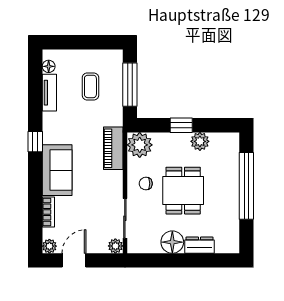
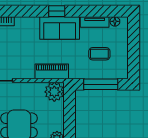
window: (181, 125) -> (69, 124), removed
sofa: (57, 170) -> (60, 28), moved
chair: (146, 184) -> (24, 96), removed

